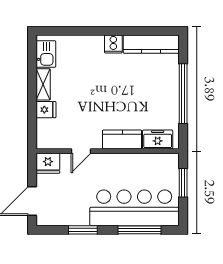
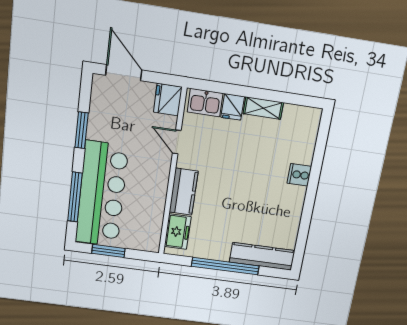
cooker: (113, 44) -> (299, 175), moved
kitchen counter: (151, 44) -> (262, 256), moved, turned 90
kitchen sink: (46, 54) -> (205, 103), moved
window: (183, 183) -> (108, 251), moved

